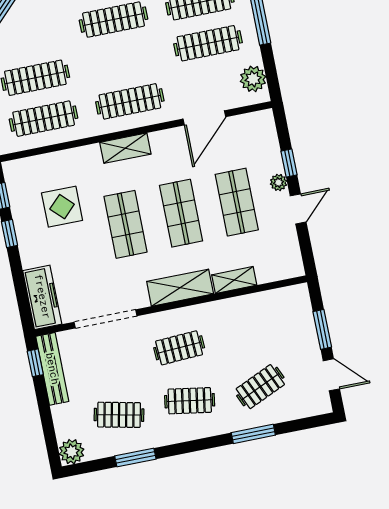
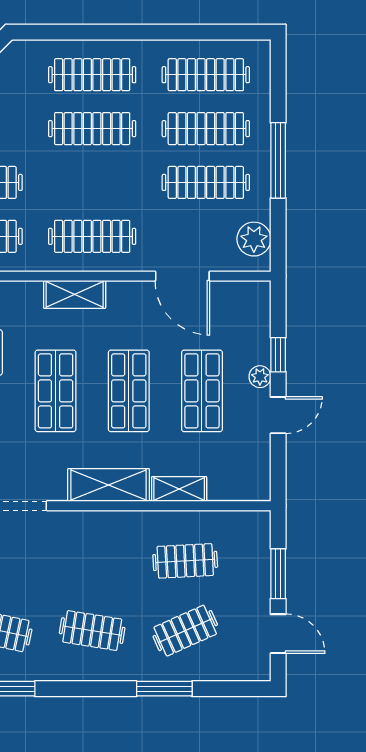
door: (204, 118) -> (182, 276), hinge flipped
clothes rail: (179, 348) -> (185, 561), moved

